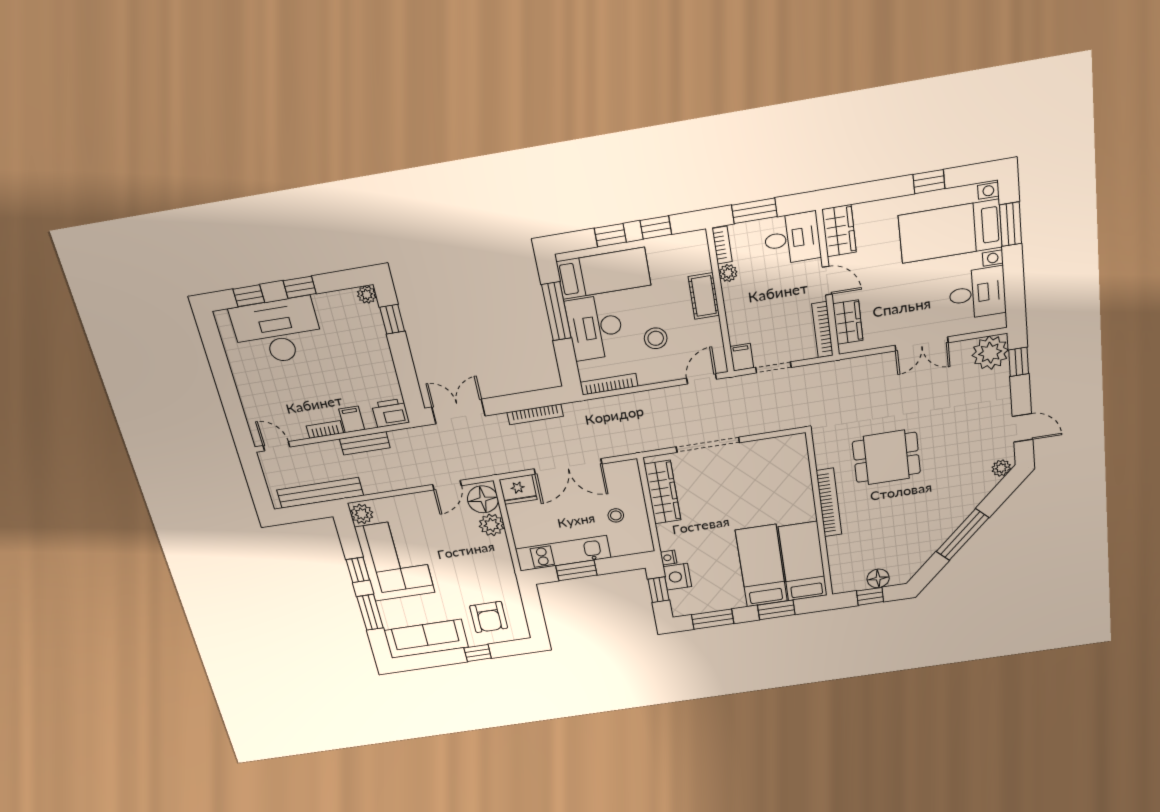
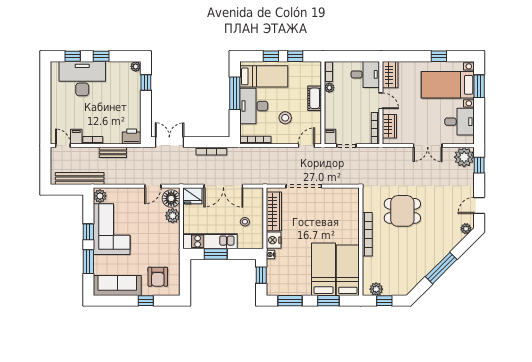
window: (754, 211) -> (348, 56), removed
filing cabinet: (352, 419) -> (76, 137), moved
door: (1023, 428) -> (479, 205), swing flipped
nightstand: (677, 577) -> (274, 240), moved
floor lamp: (878, 578) -> (390, 289), removed
plant: (854, 582) -> (376, 289), added

